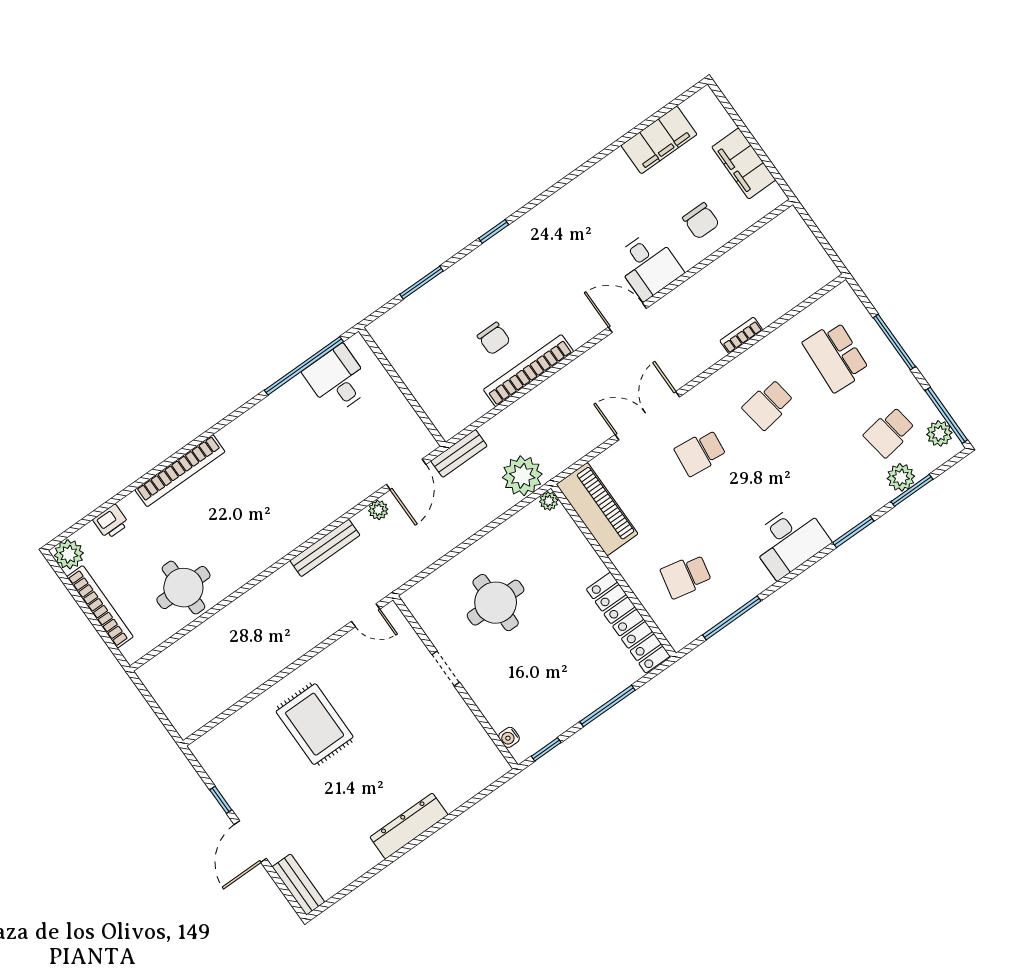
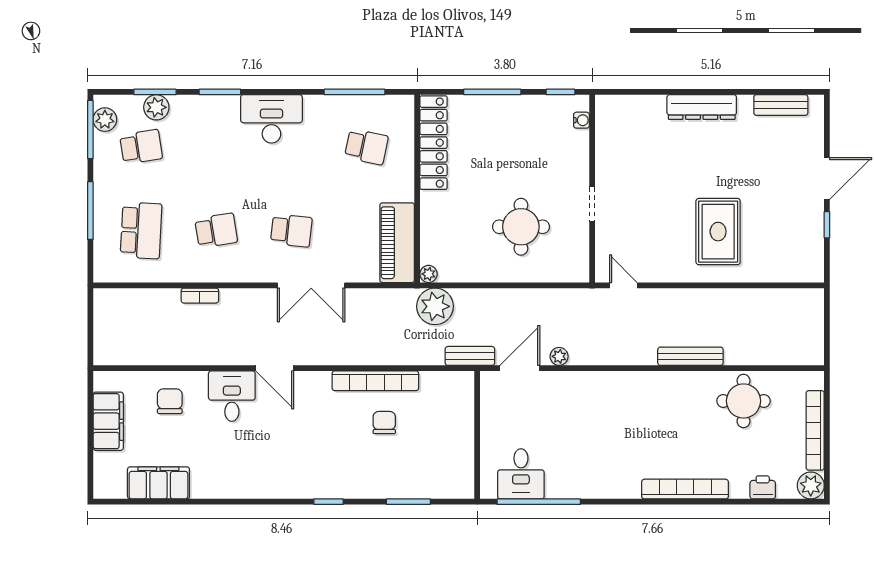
bench: (325, 548) -> (690, 356), moved
bench: (298, 884) -> (781, 105), moved, turned 90

